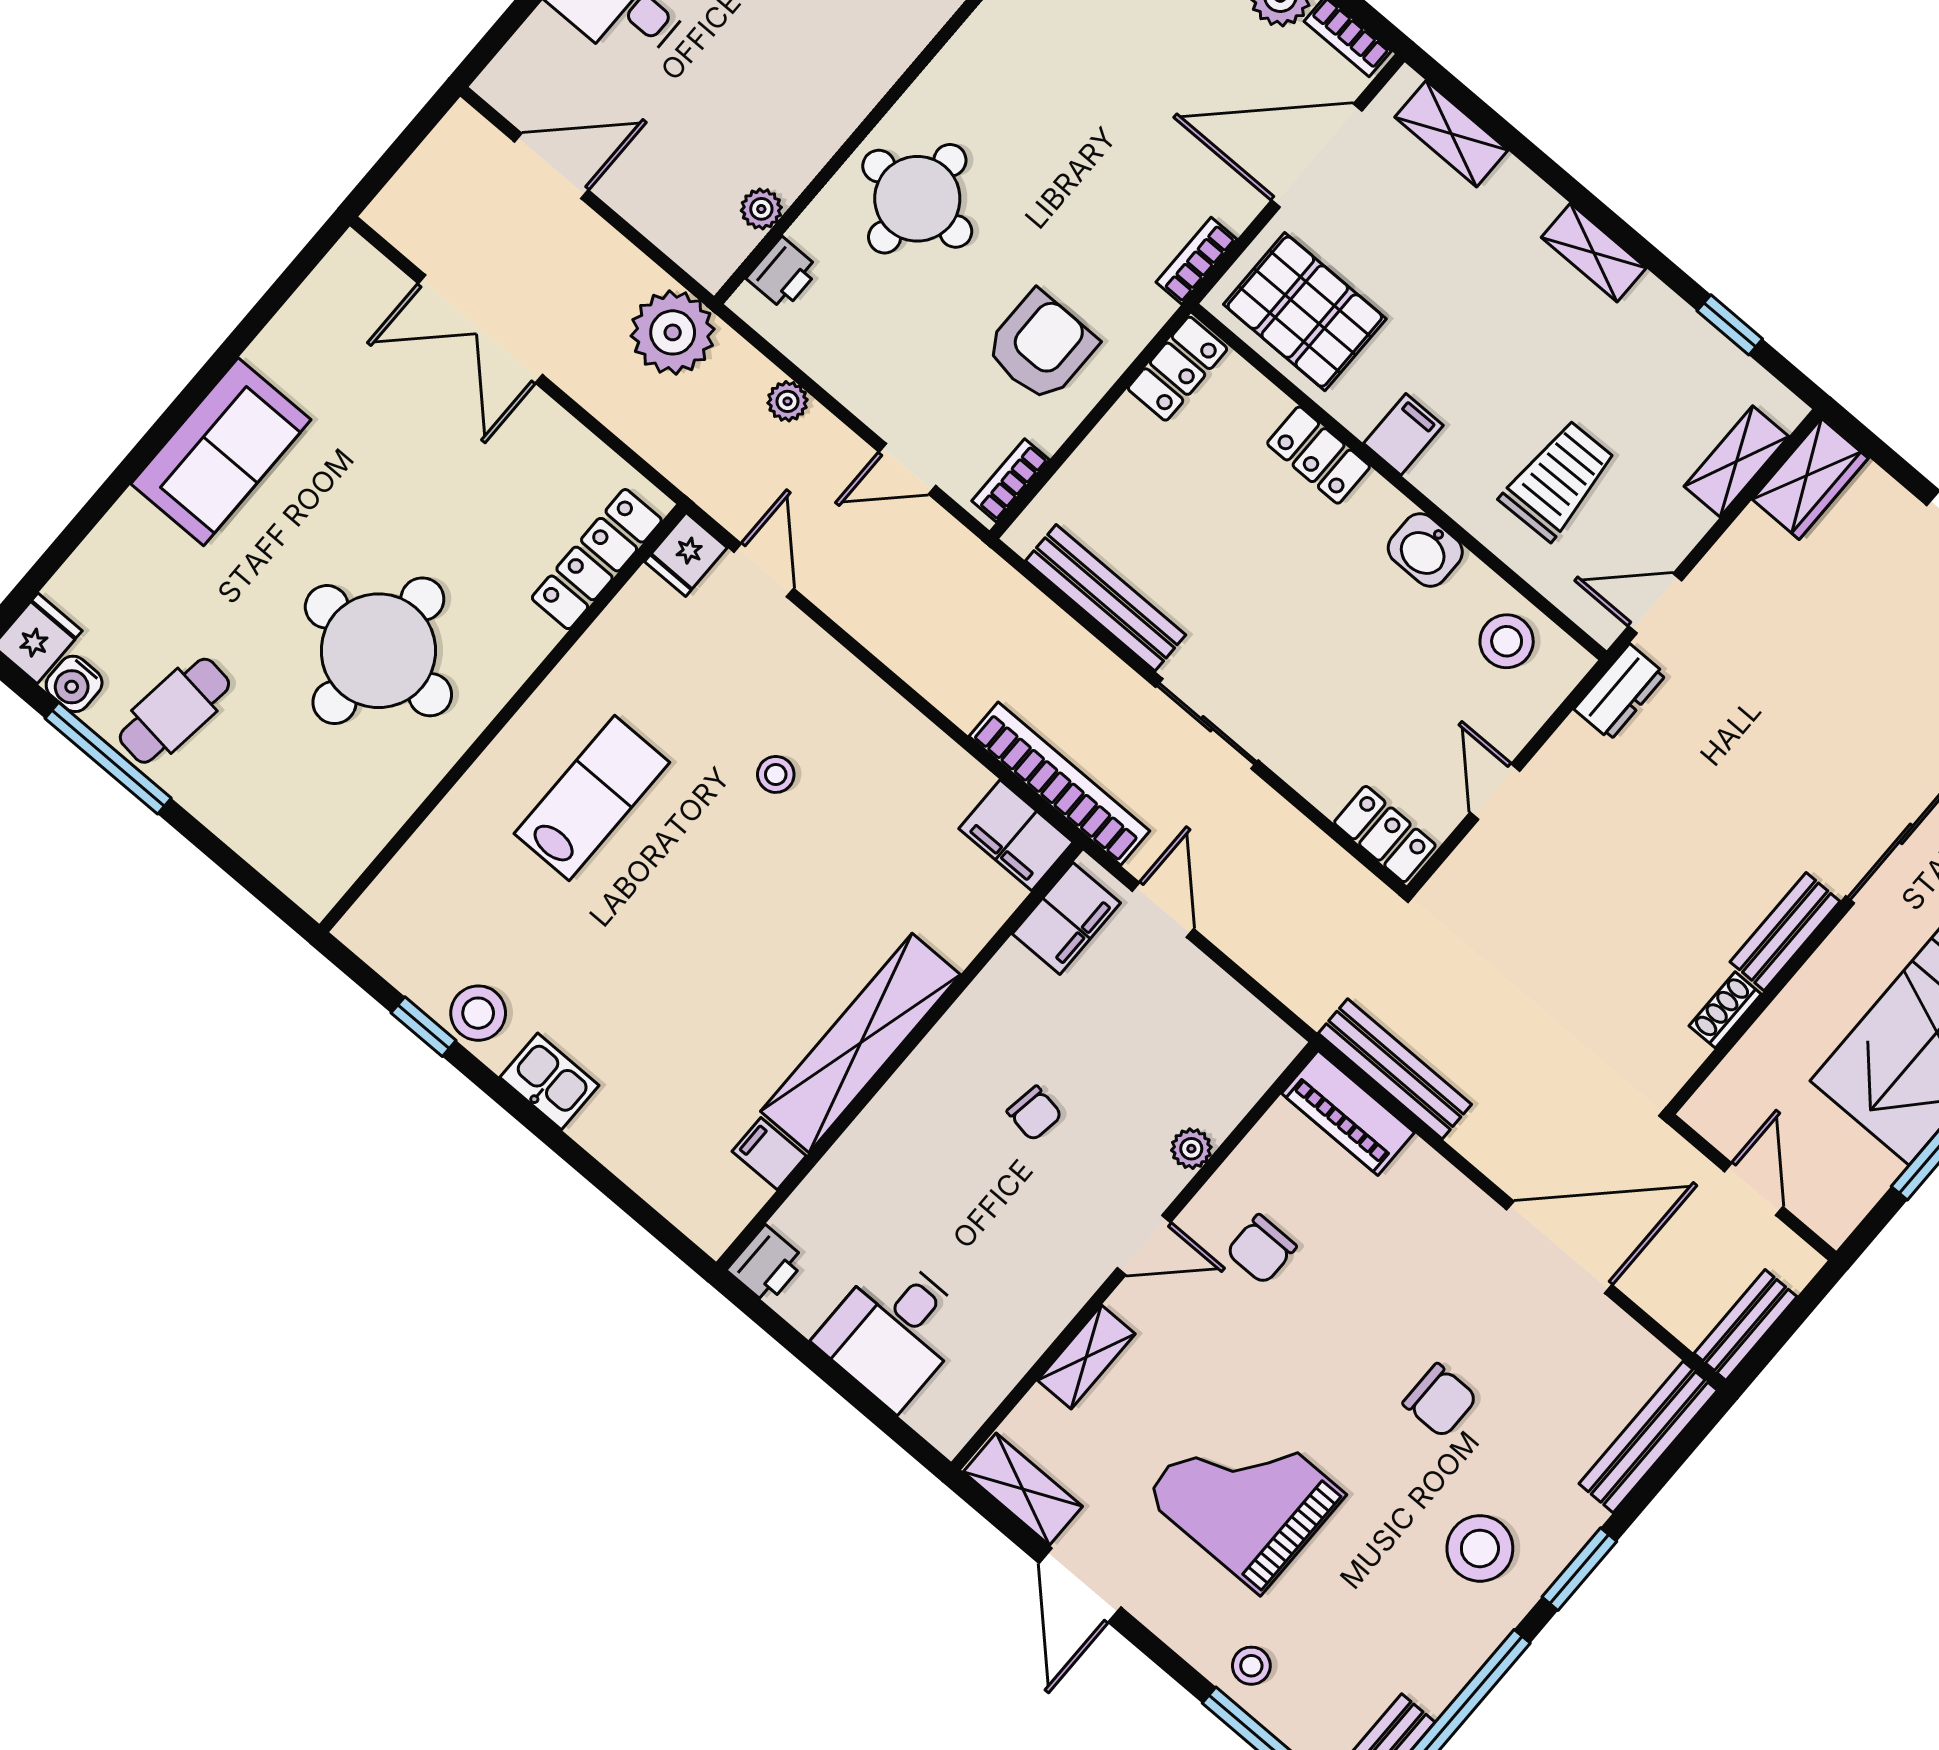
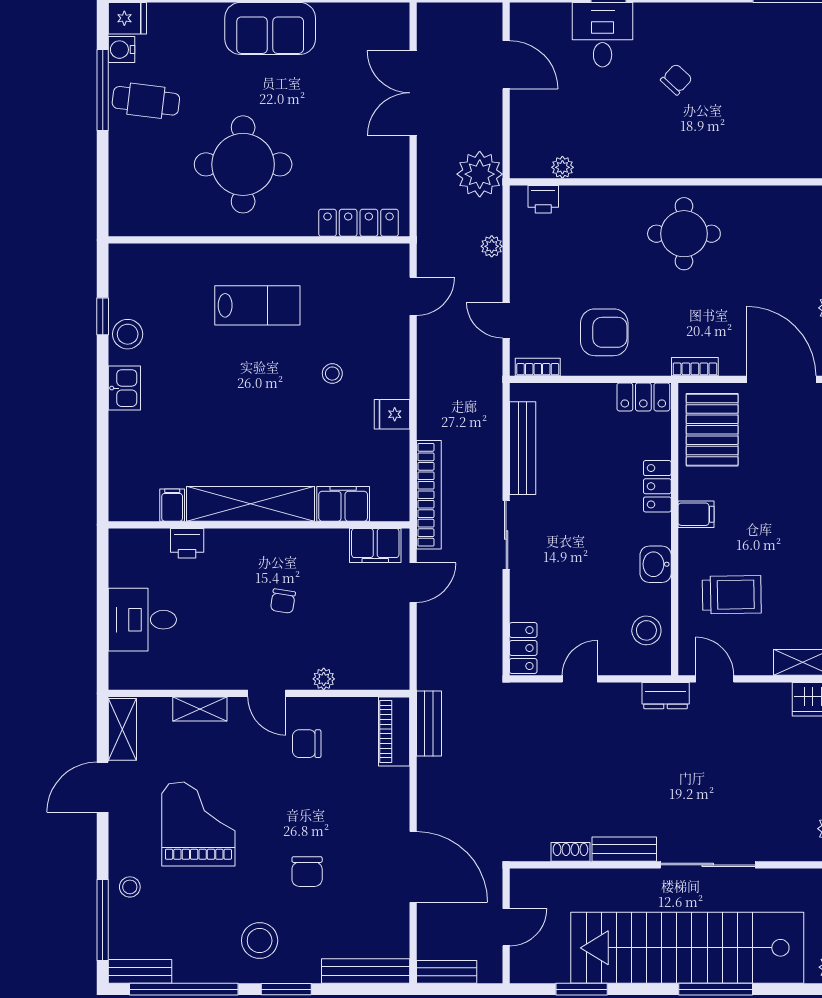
round table: (917, 199) -> (684, 234), moved
fridge: (686, 555) -> (392, 414), moved
filing cabinet: (1016, 835) -> (343, 504), moved, turned 90
bench: (1395, 1069) -> (429, 723), width x0.73
printer: (766, 1265) -> (187, 543), moved

